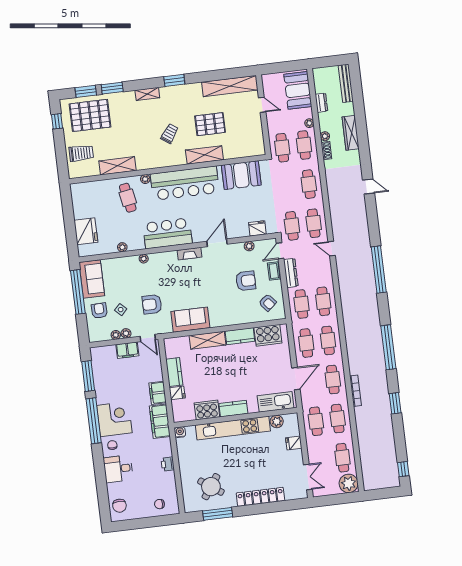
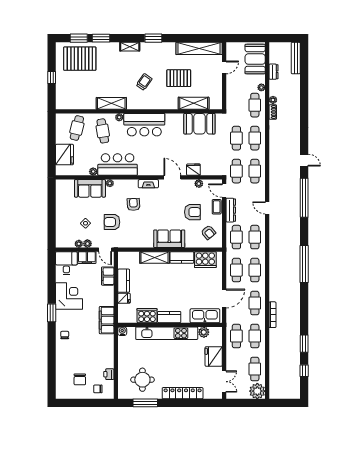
door: (262, 105) -> (224, 67), hinge flipped
window: (57, 121) -> (52, 77), moved
wardrobe: (351, 133) -> (295, 100), removed
cafe table: (282, 148) -> (236, 138), moved
trolley: (81, 153) -> (69, 89), removed
shelving: (204, 155) -> (194, 103), moved
shelving: (118, 166) -> (111, 103), moved
bar counter: (185, 183) -> (144, 125), width x0.73
door: (369, 186) -> (304, 160), moved
cafe table: (97, 198) -> (77, 128), added
fridge: (257, 228) -> (193, 170), moved
bar counter: (167, 233) -> (118, 165), moved
door: (217, 243) -> (172, 177), hinge flipped
door: (332, 249) -> (267, 208), moved
door: (280, 251) -> (224, 191), hinge flipped
window: (379, 270) -> (304, 198), moved
sofa: (92, 279) -> (90, 188), moved, turned 90
window: (78, 292) -> (52, 204), removed
armchair: (99, 311) -> (133, 204), moved
sofa: (190, 320) -> (169, 239), moved
window: (388, 347) -> (304, 264), moved
window: (88, 376) -> (52, 275), removed
filing cabinet: (158, 393) -> (108, 276), moved
window: (395, 403) -> (304, 344), moved
corner desk: (114, 419) -> (69, 296), moved
window: (94, 421) -> (52, 313), width x0.47
fridge: (294, 443) -> (214, 356), width x1.88, depth x1.34
printer: (168, 464) -> (109, 374), moved
desk: (118, 469) -> (66, 263), moved, turned 90
window: (403, 469) -> (304, 371), moved
round table: (211, 487) -> (142, 380), turned -35
chair: (119, 506) -> (80, 379), moved

